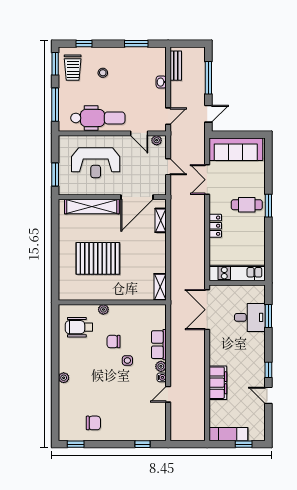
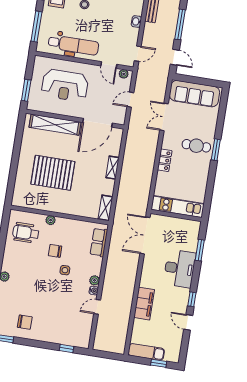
door: (208, 114) -> (175, 57), hinge flipped
door: (168, 167) -> (130, 100), swing flipped
shelving: (161, 220) -> (113, 168), moved
desk: (250, 317) -> (180, 269), moved, width x1.37
row of seats: (159, 345) -> (99, 242), moved

